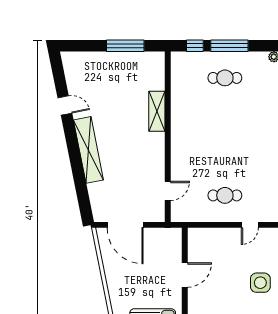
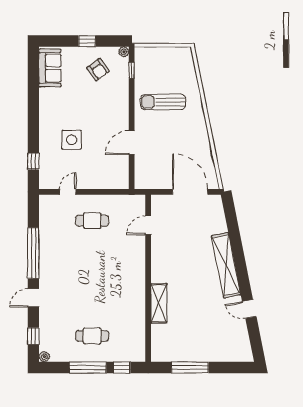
side table: (260, 283) -> (72, 140), moved

